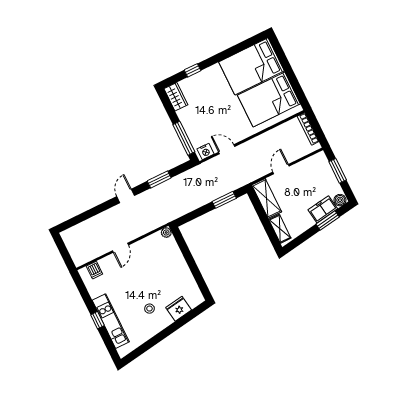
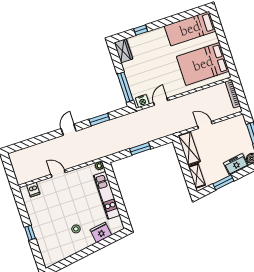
bed: (252, 66) -> (190, 29), width x0.67
door: (227, 149) -> (161, 102), hinge flipped
door: (281, 169) -> (205, 125), hinge flipped
window: (224, 200) -> (140, 149), moved
window: (328, 221) -> (223, 182), moved
door: (120, 248) -> (58, 174), swing flipped
kitchen unit: (111, 321) -> (107, 195), moved, turned 180

